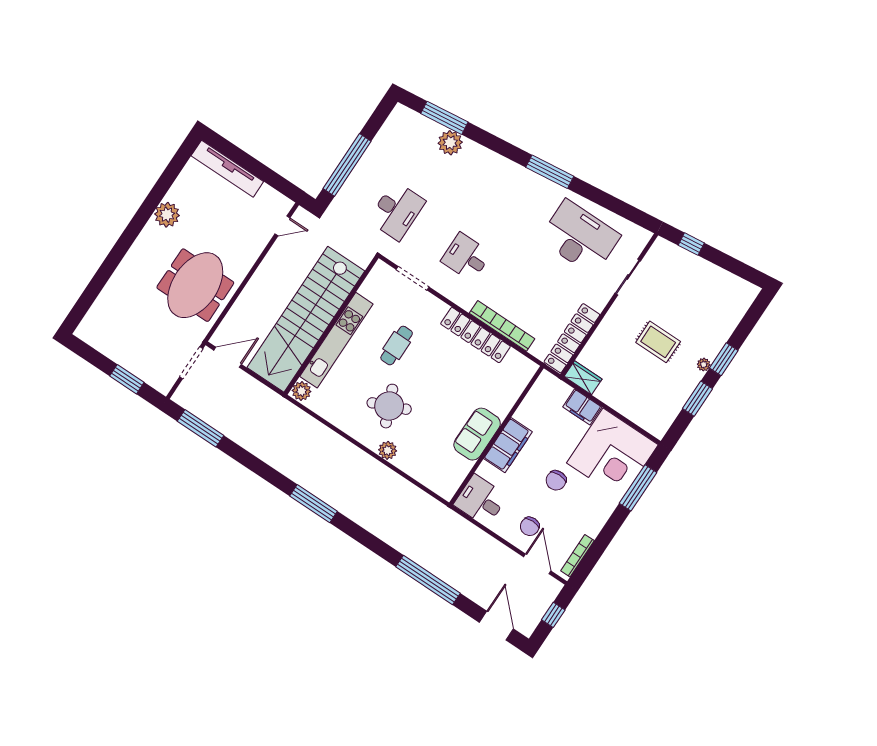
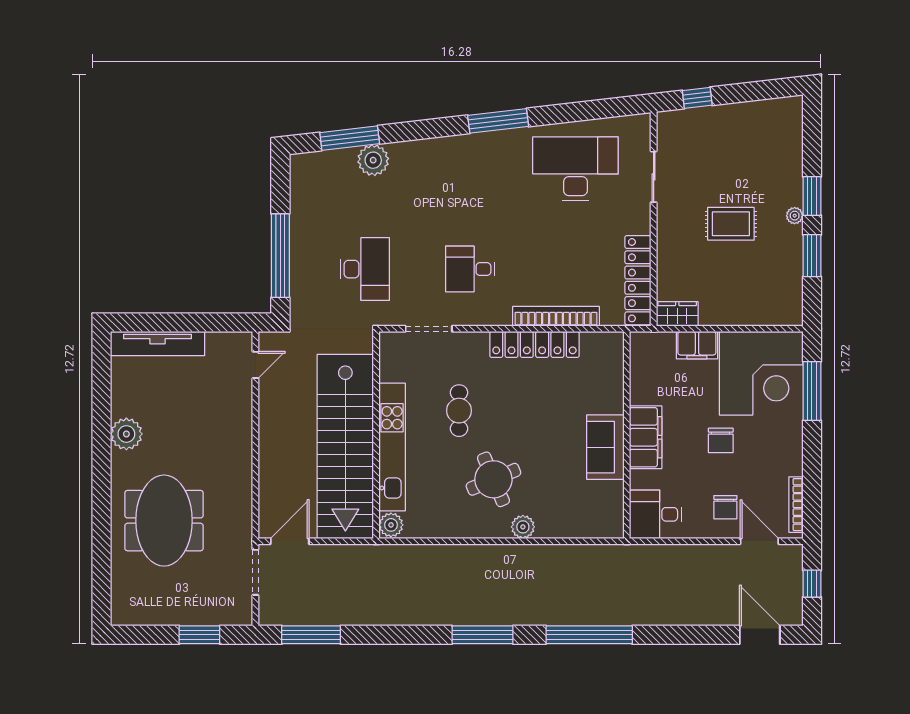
meeting table: (195, 285) -> (164, 521), moved
window: (428, 580) -> (589, 635), moved

